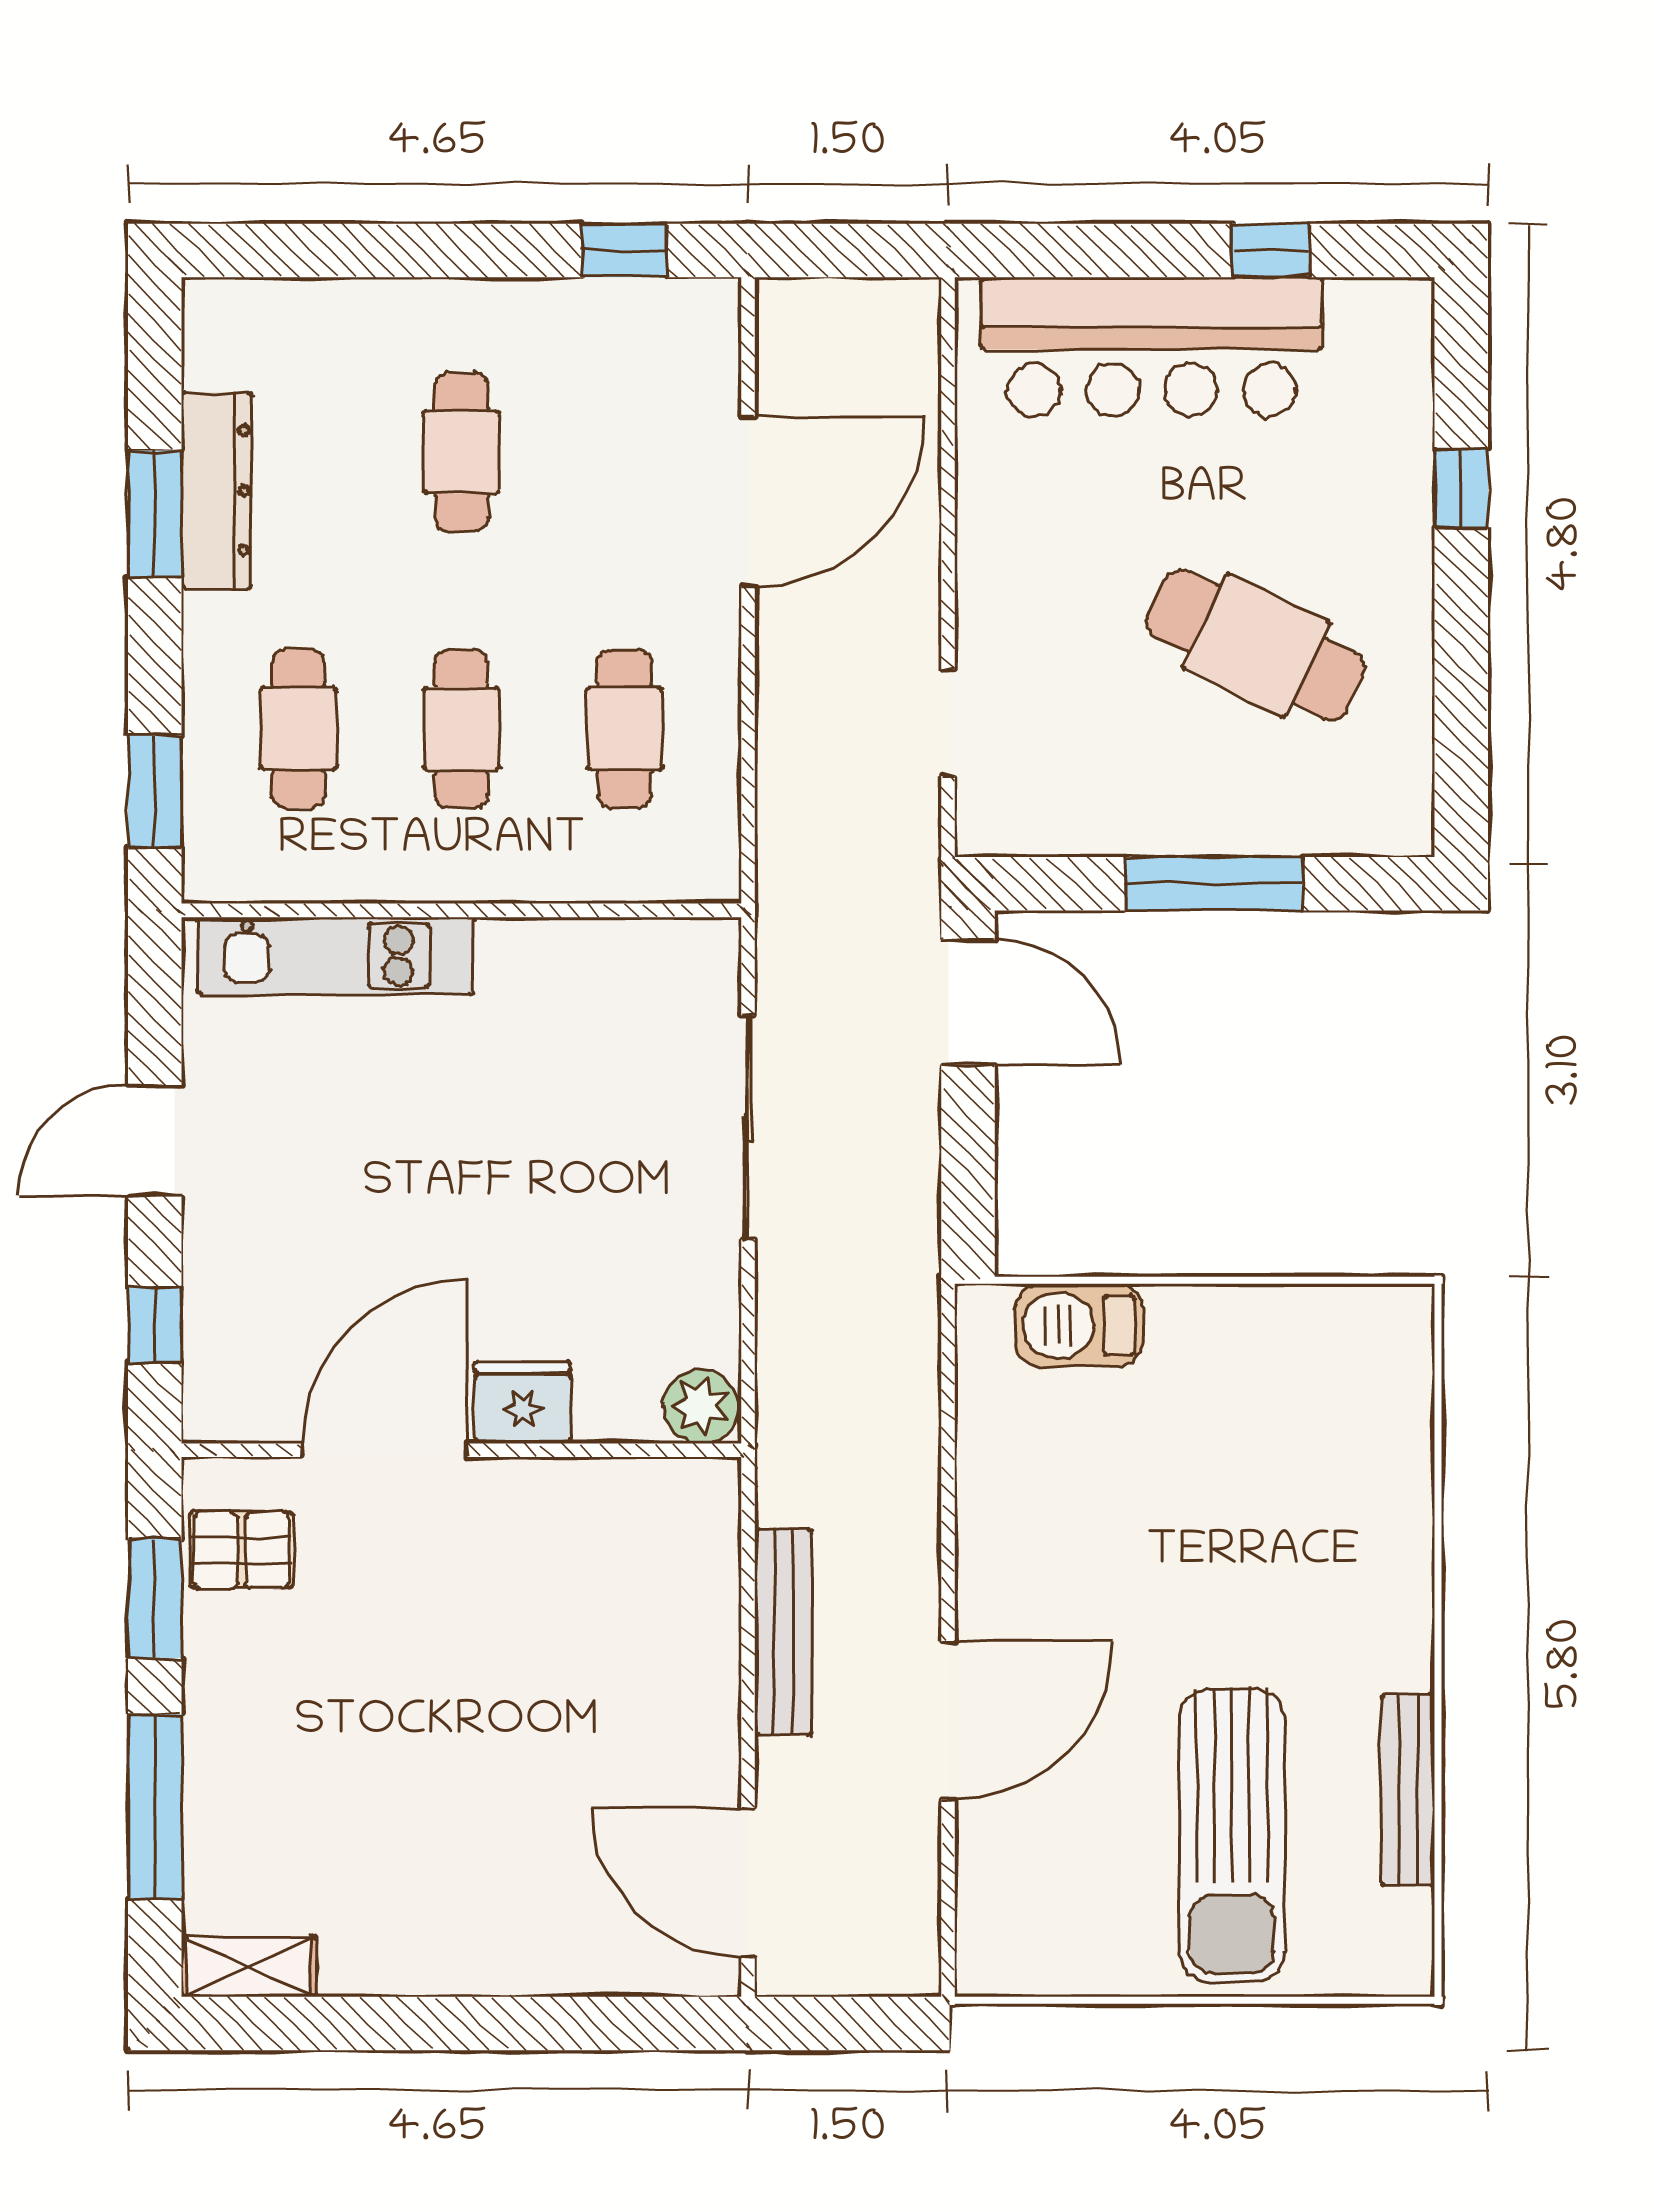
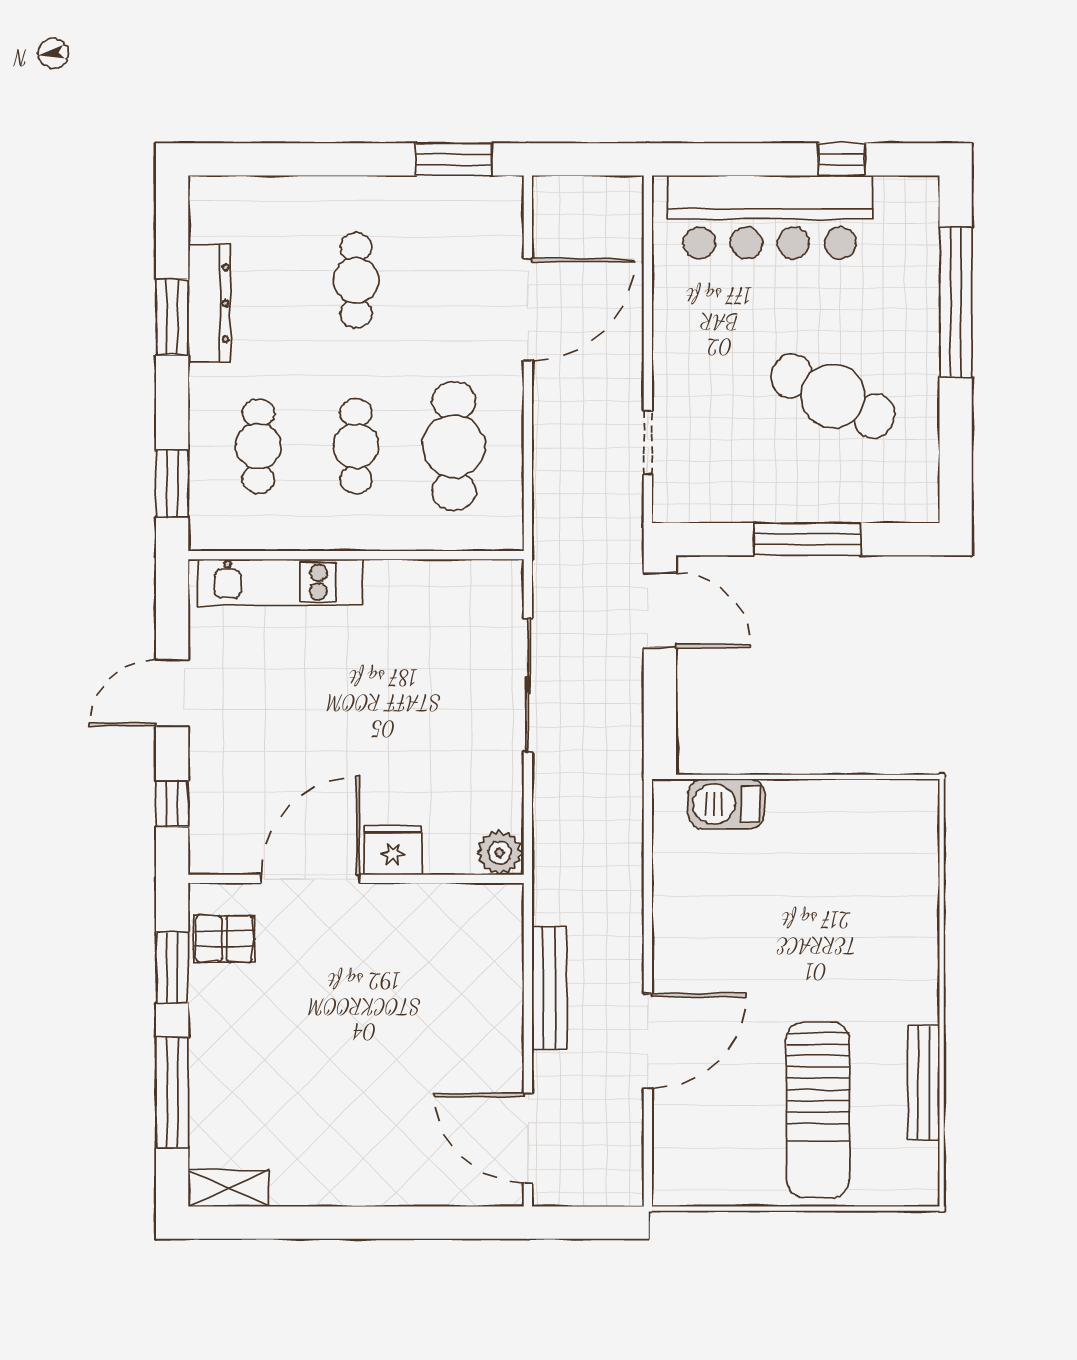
window: (624, 250) -> (454, 159), width x1.50
window: (1461, 488) -> (956, 302), width x3.17
cafe table: (624, 729) -> (454, 446), width x1.37, depth x1.35

